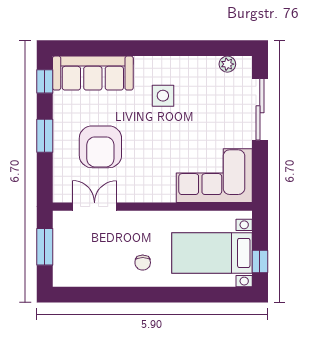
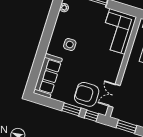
window: (45, 81) -> (91, 116), moved
armchair: (100, 147) -> (87, 94), moved, turned 180

